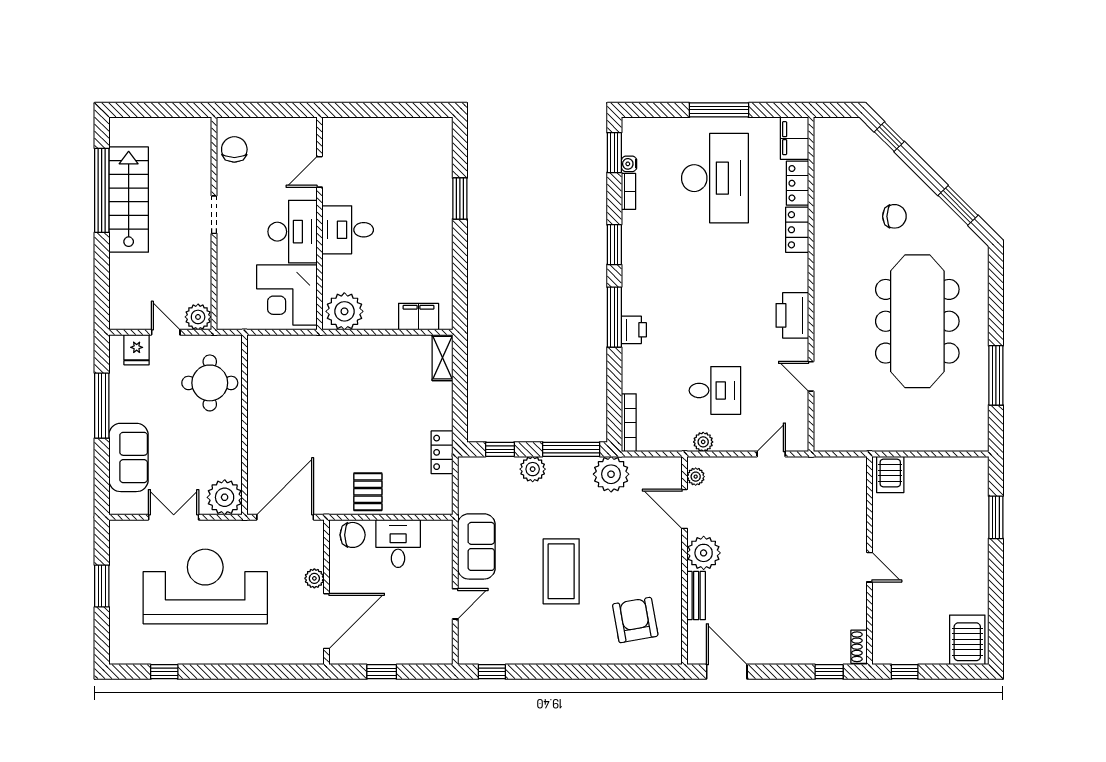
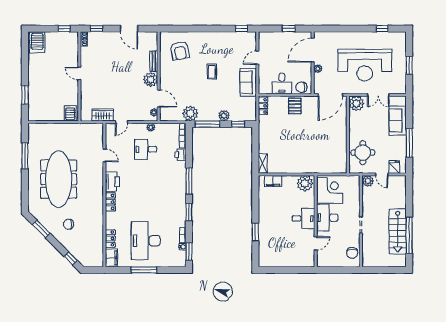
locker: (797, 230) -> (110, 202), moved
printer: (634, 330) -> (181, 155), moved
locker: (442, 452) -> (263, 106), moved
wardrobe: (815, 471) -> (103, 115), added
coffee table: (561, 571) -> (212, 72), width x0.54, depth x0.58
door: (727, 672) -> (129, 29), moved

